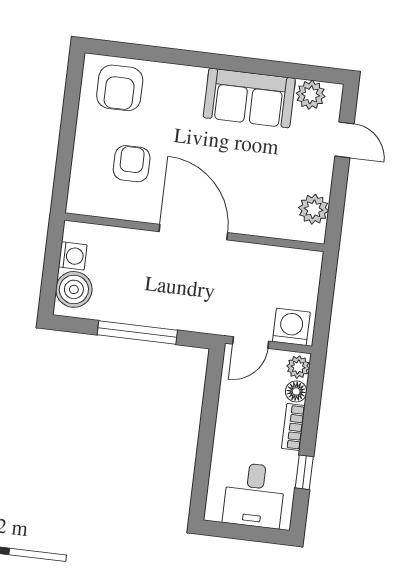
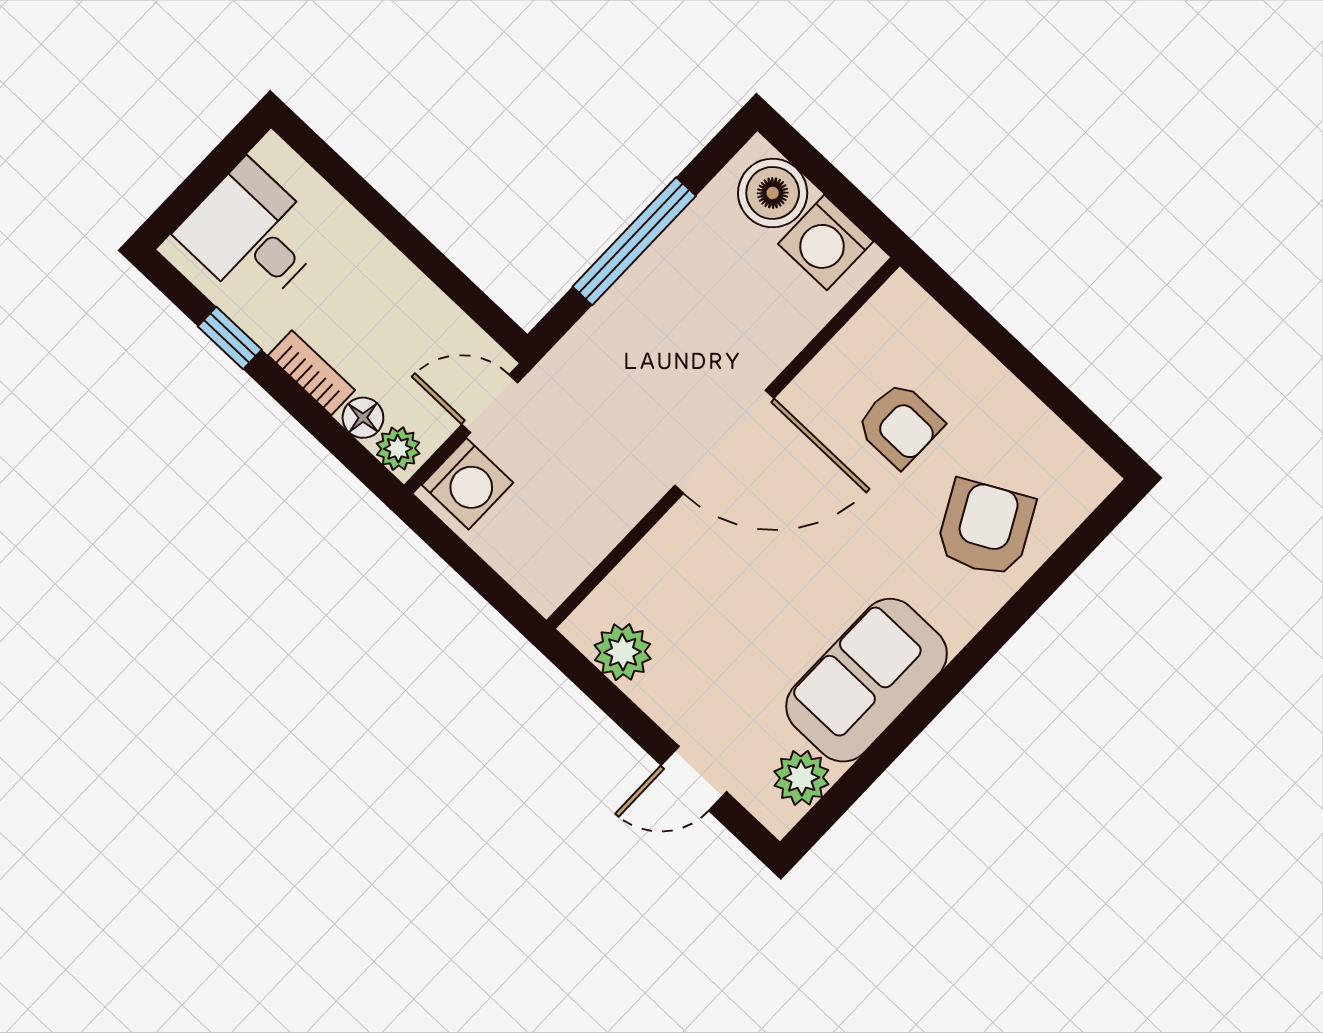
armchair: (120, 88) -> (985, 528), moved, turned 62
washing machine: (73, 256) -> (826, 243), width x1.38, depth x1.38
door: (251, 343) -> (490, 404), hinge flipped

